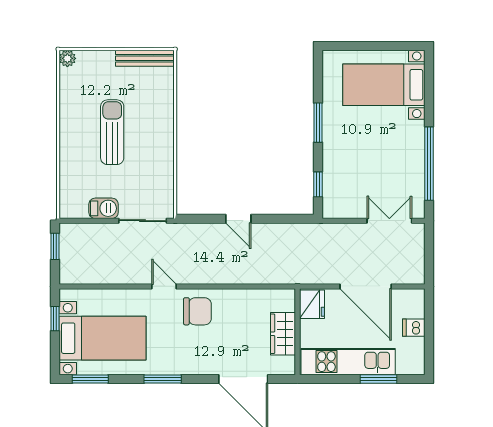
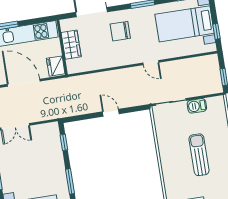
sun lounger: (112, 132) -> (199, 155), turned 180
chair: (197, 311) -> (120, 31), moved

